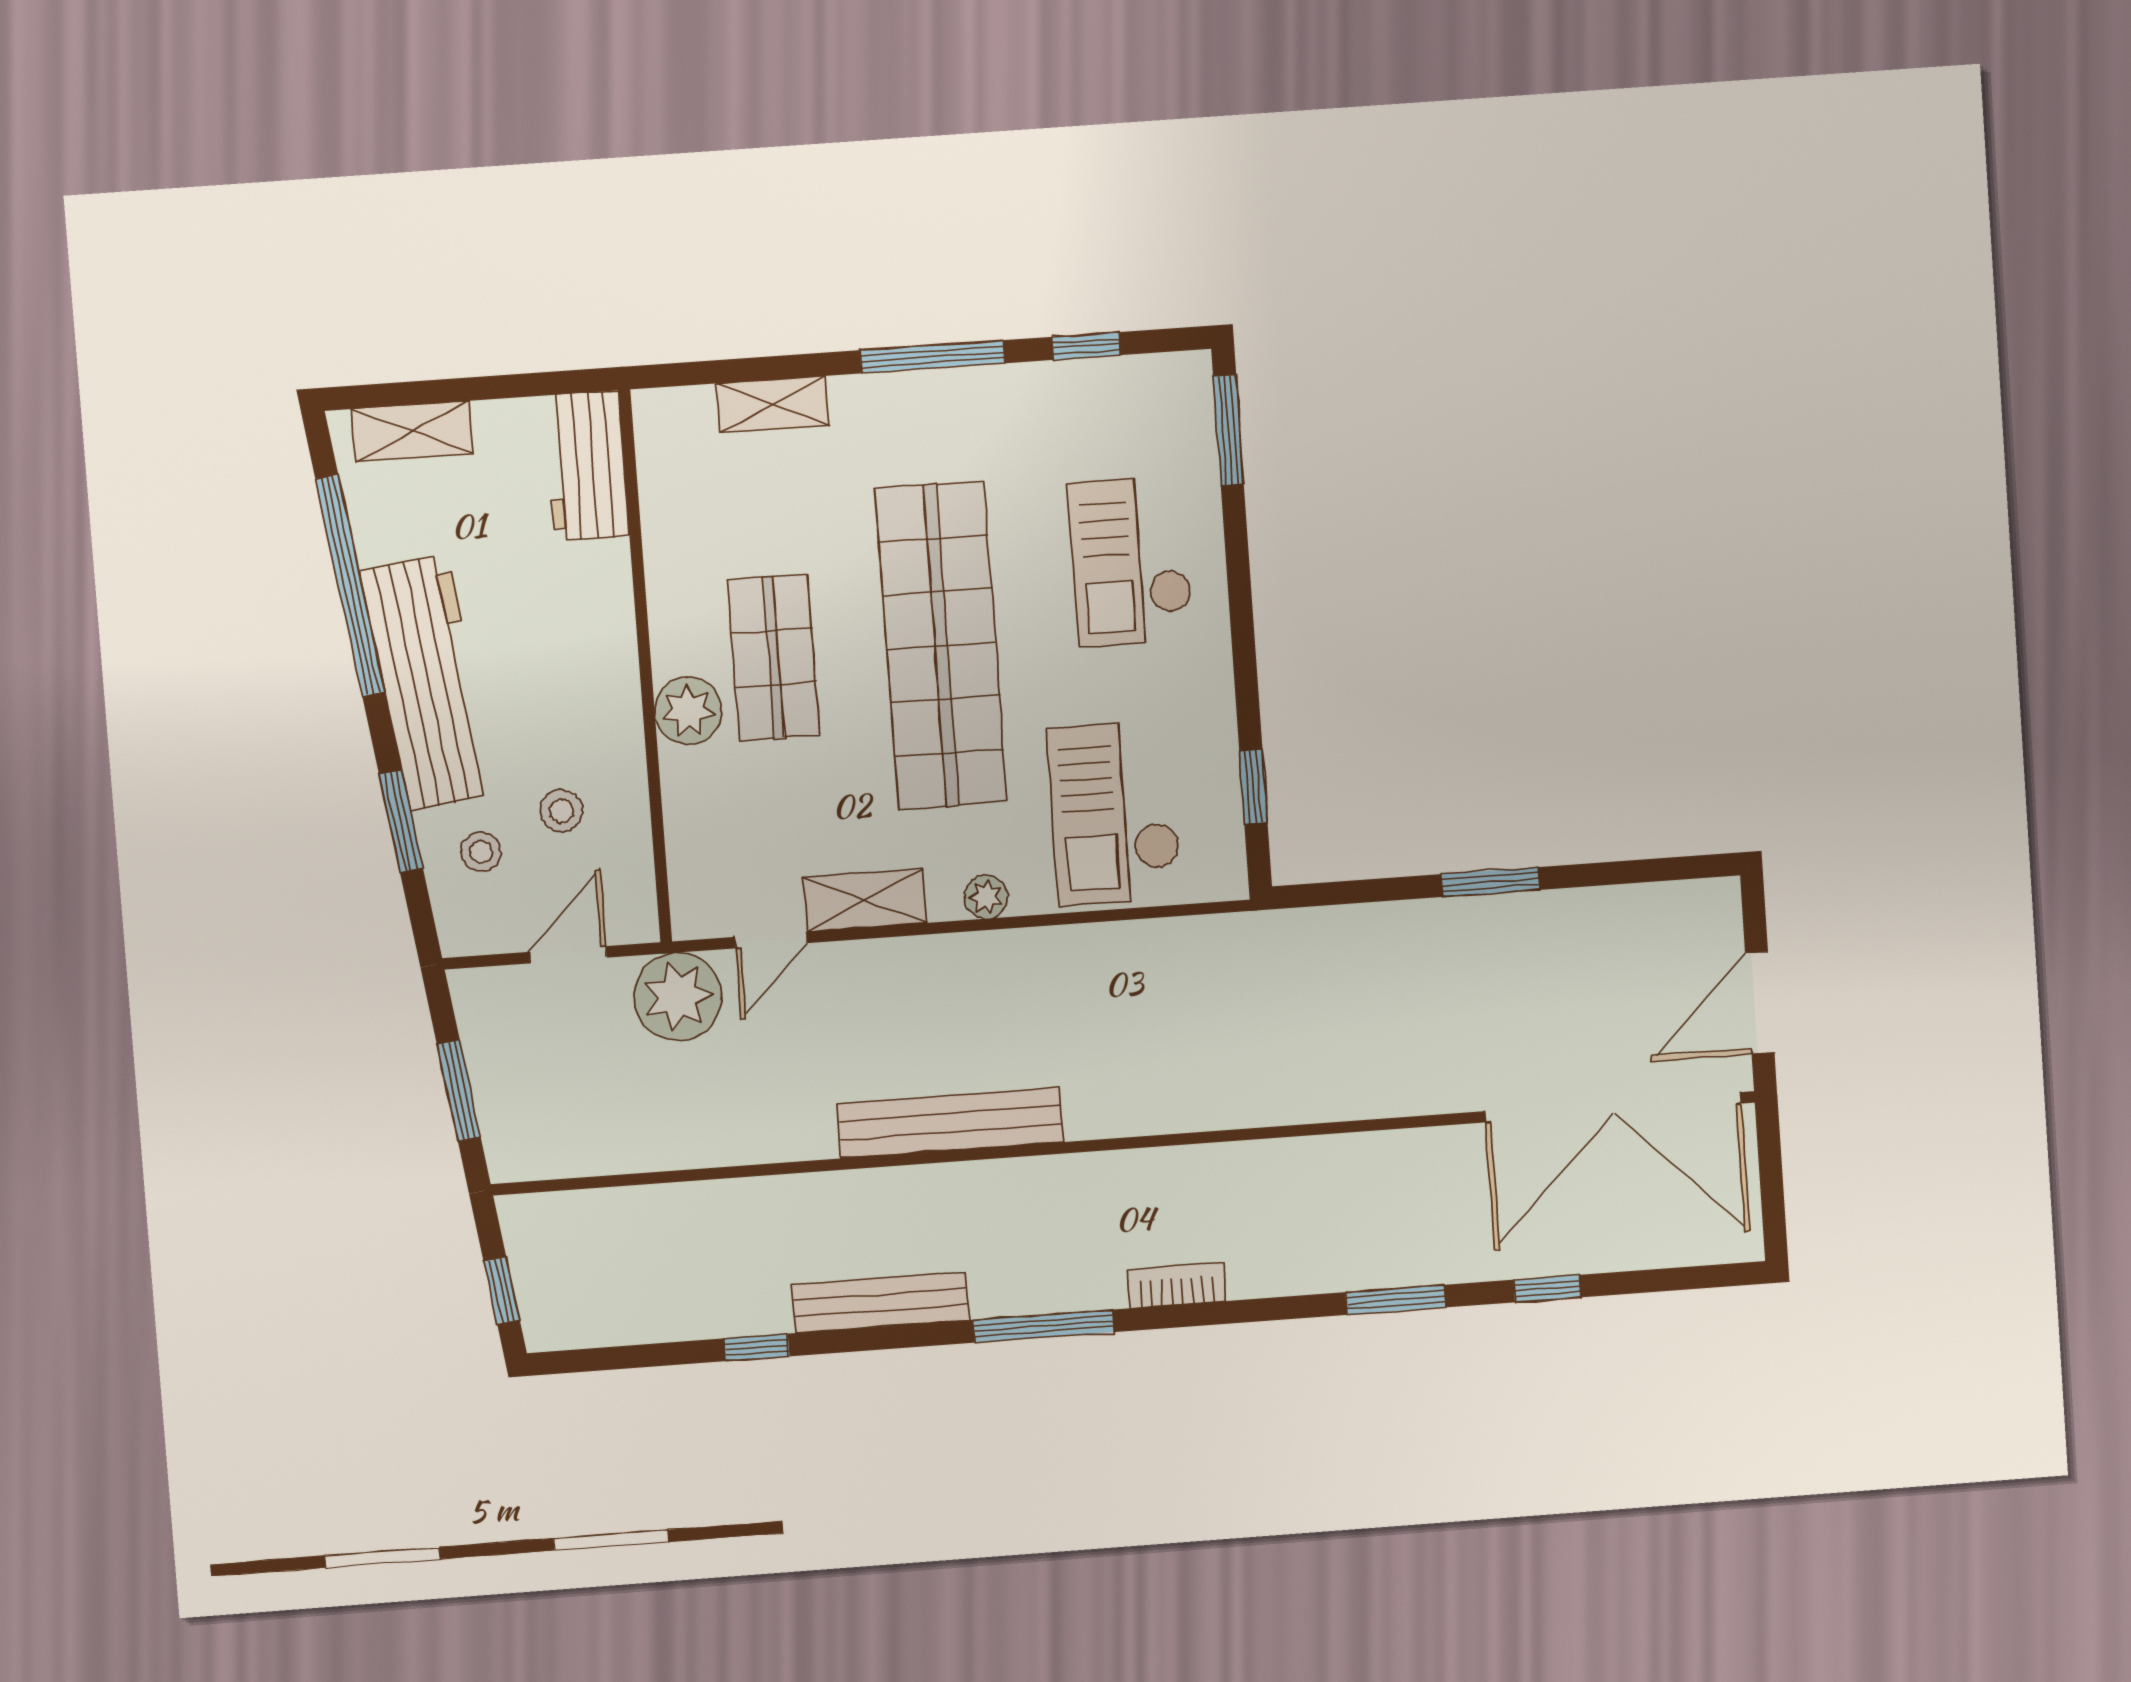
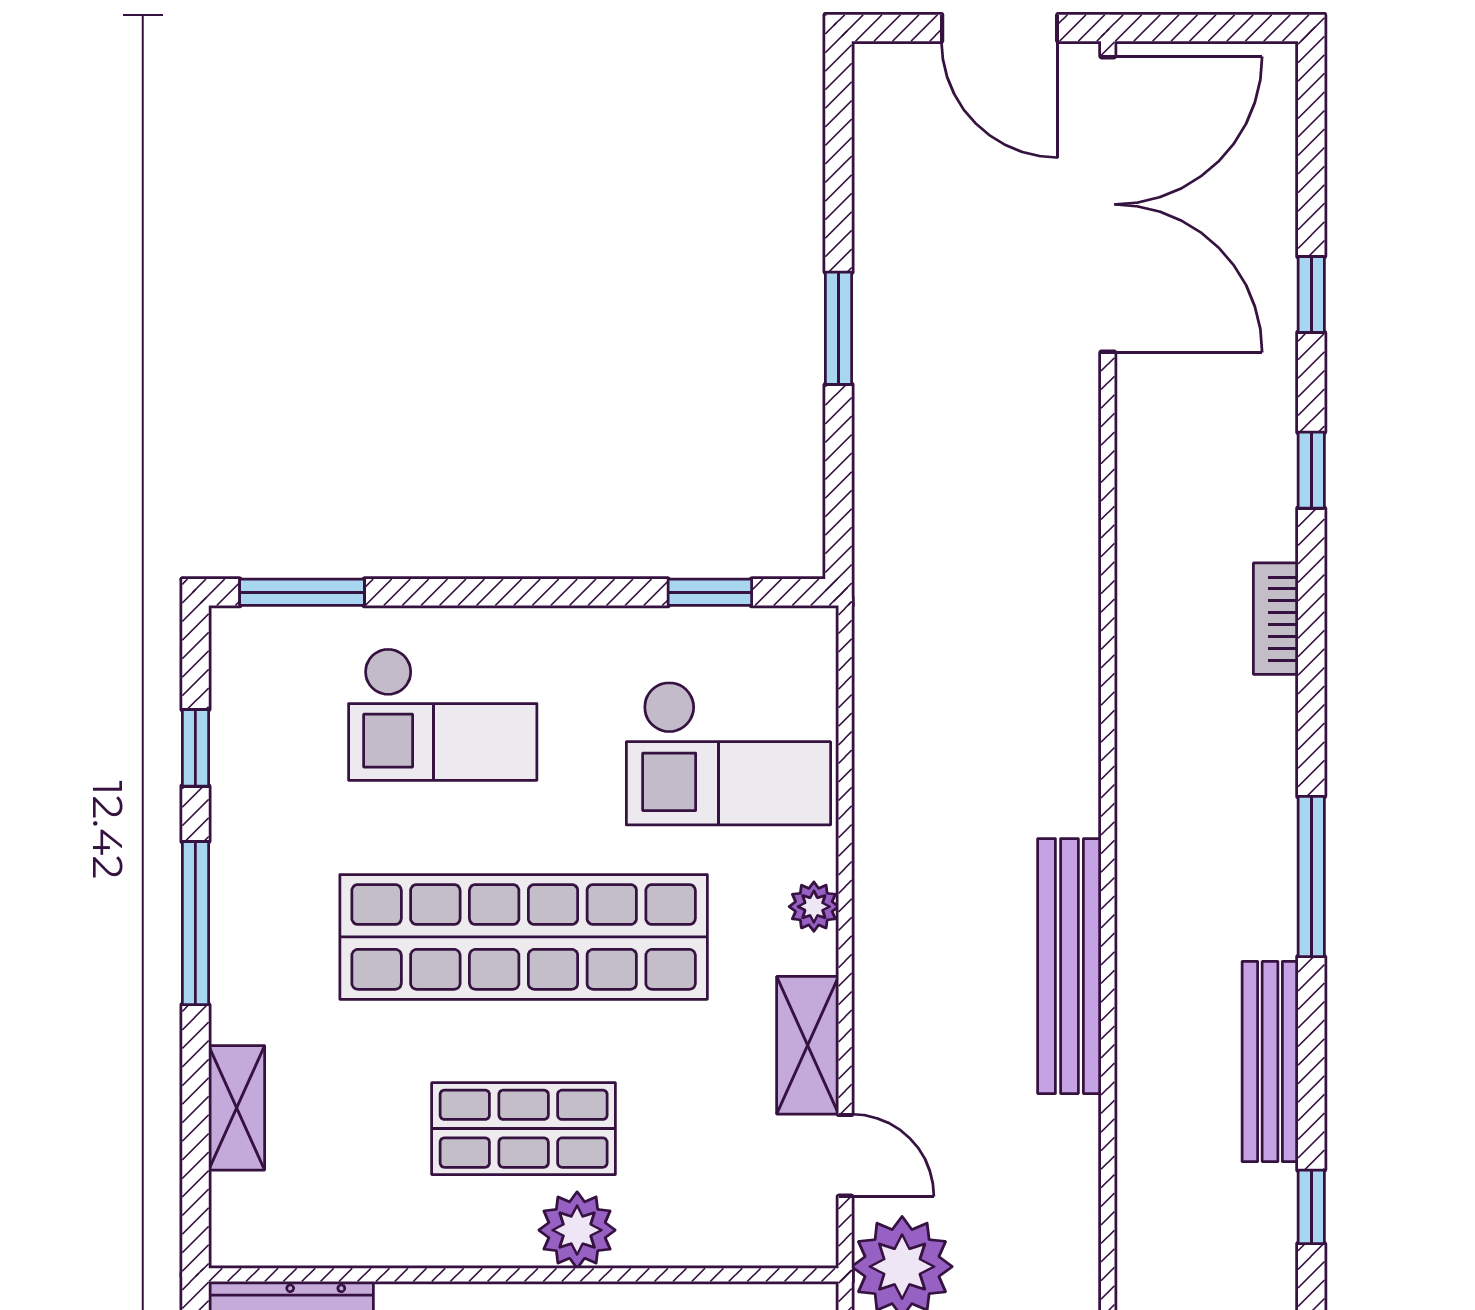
bookcase: (1177, 1285) -> (1276, 619), moved
window: (1395, 1300) -> (1311, 470), width x0.67

